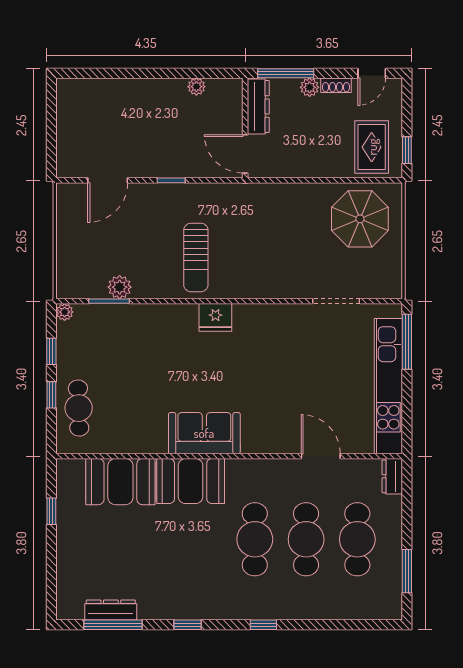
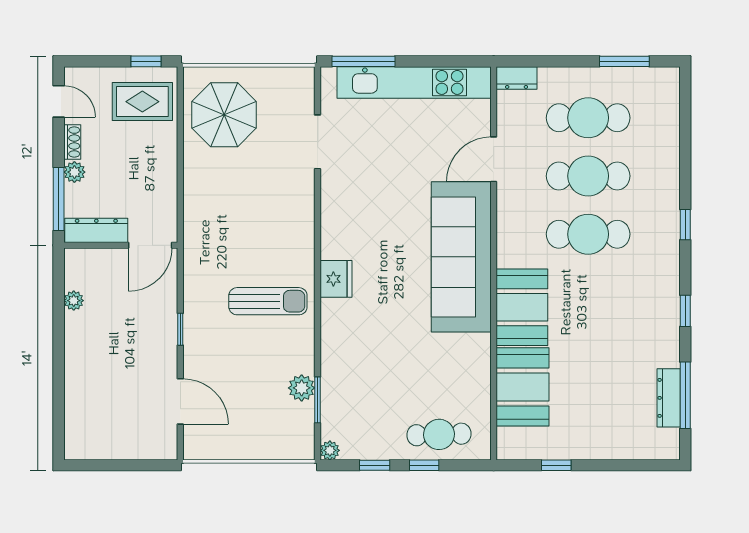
sofa: (204, 433) -> (461, 257), width x1.85, depth x1.27

